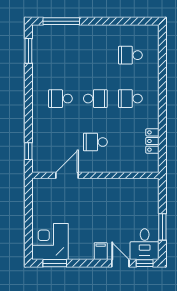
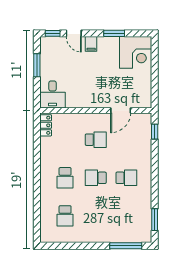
school desk: (130, 55) -> (65, 216), turned 90
school desk: (130, 99) -> (65, 178), turned 90
locker: (152, 141) -> (46, 125), moved
desk: (145, 244) -> (53, 94), moved, turned 180
window: (55, 263) -> (114, 33), moved

